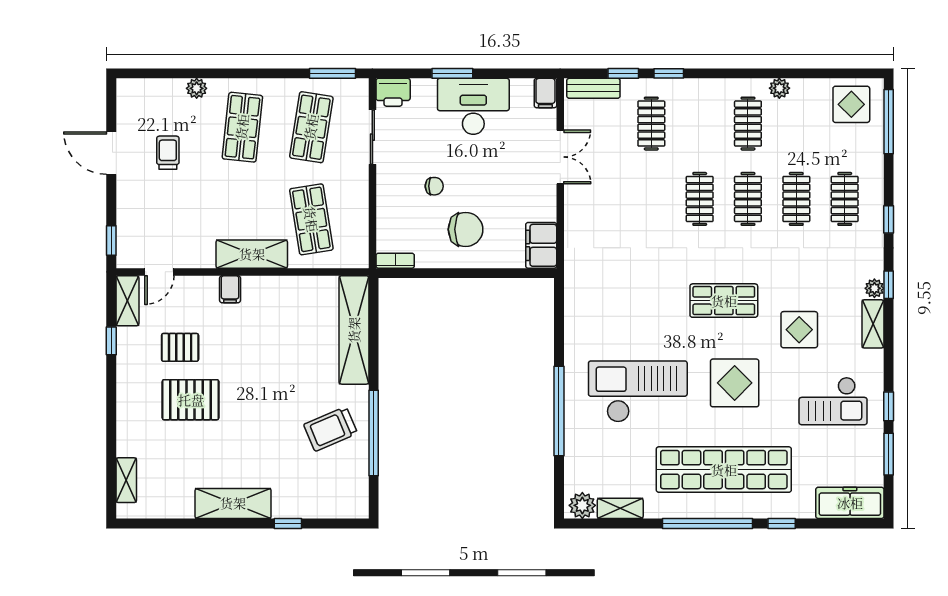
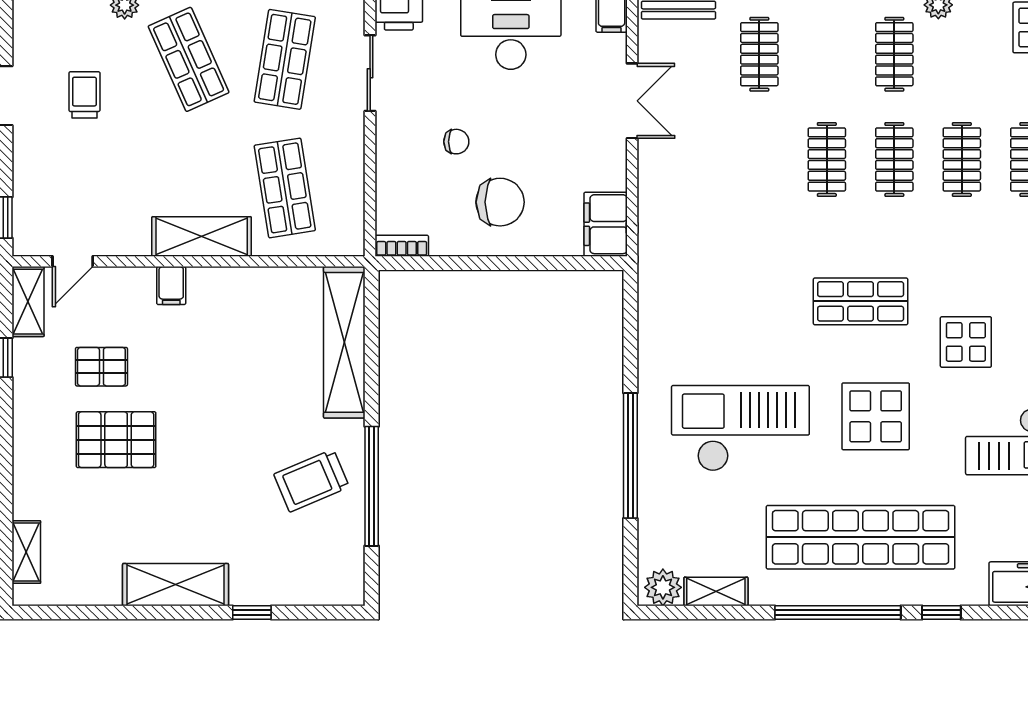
shop shelf: (242, 127) -> (189, 59), turned -30

